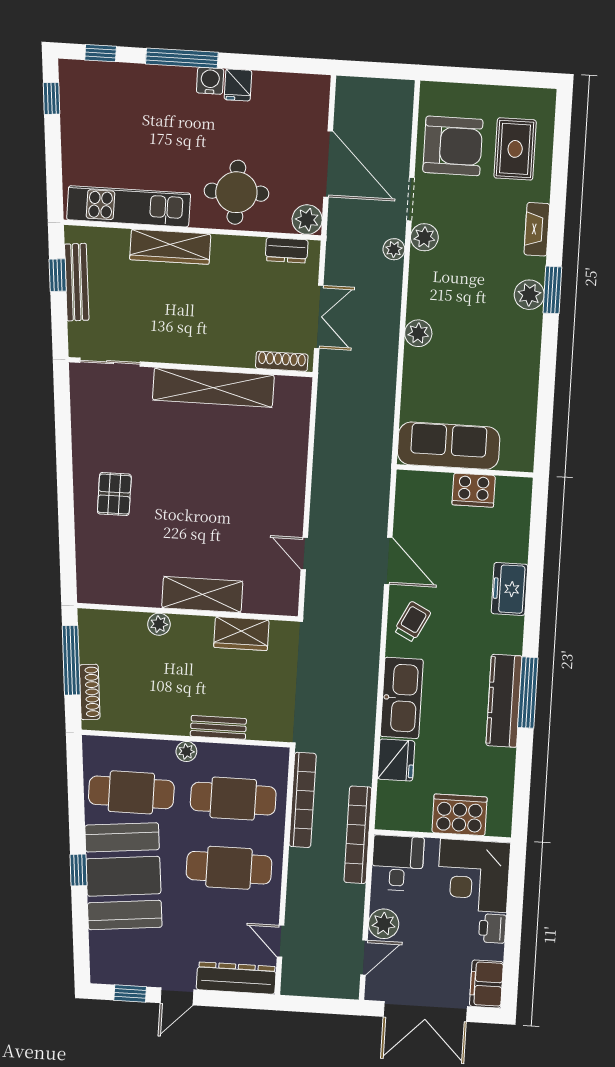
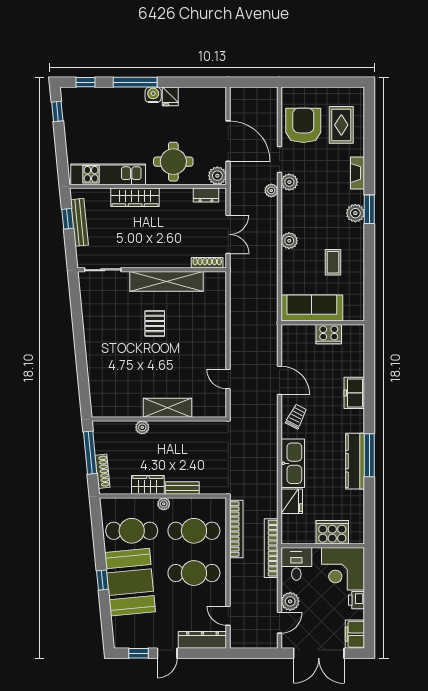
armchair: (453, 146) -> (303, 125), turned -90
coffee table: (488, 373) -> (333, 262), added
pallet: (114, 494) -> (155, 323), moved
wardrobe: (241, 634) -> (148, 485), moved, turned 180

